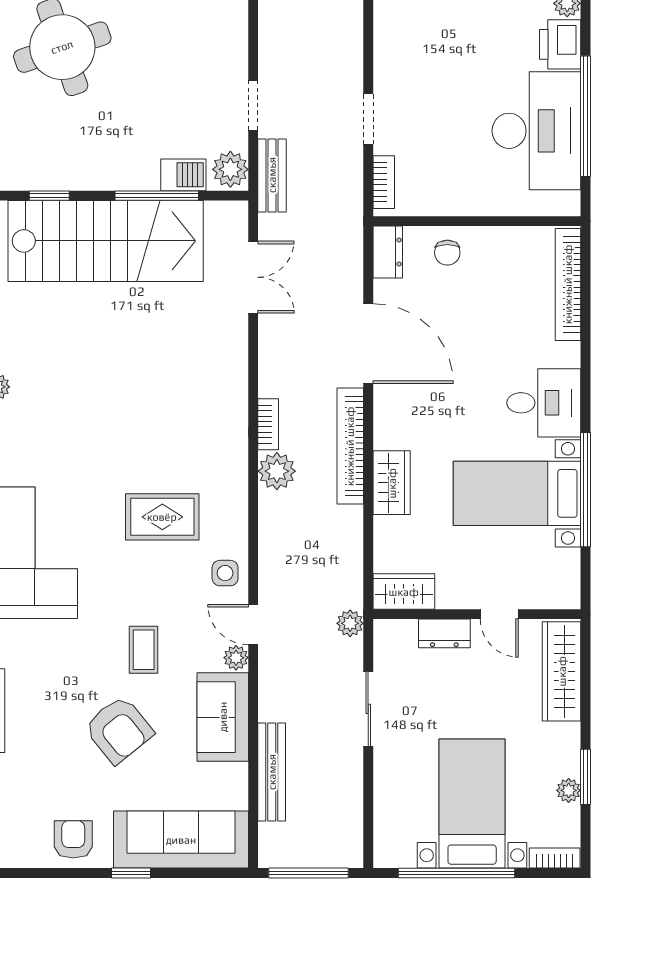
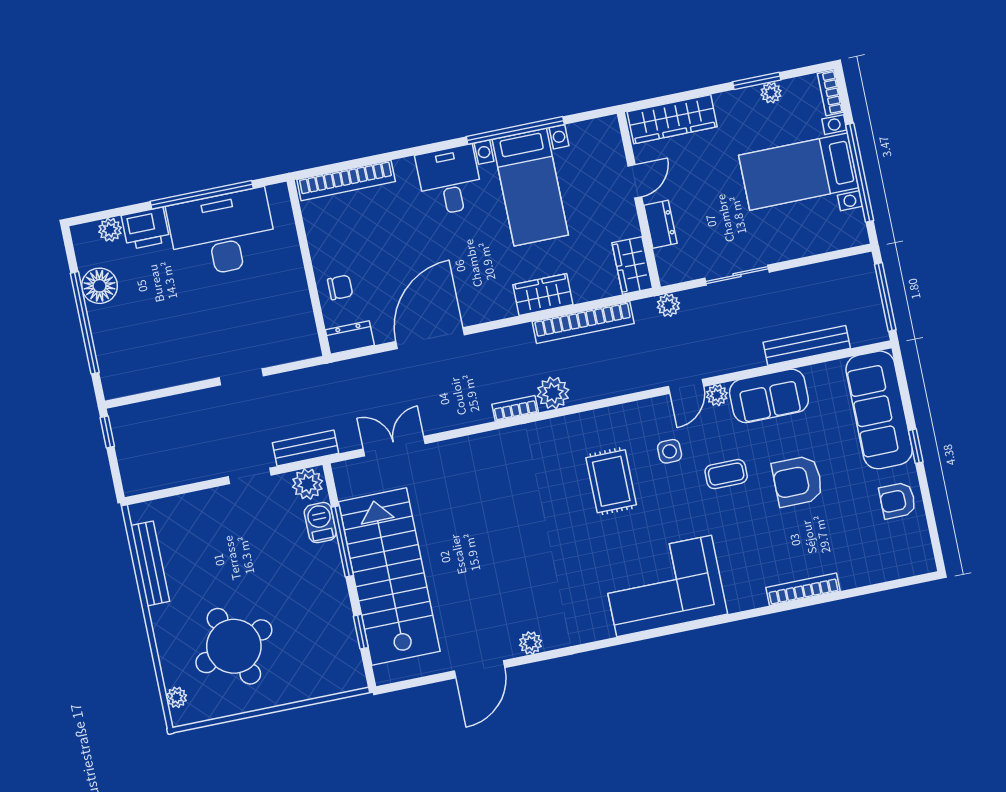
bookcase: (384, 182) -> (292, 353), removed
bookcase: (350, 446) -> (583, 322), moved
side table: (225, 573) -> (670, 451), moved
armchair: (119, 730) -> (798, 481), turned -141

